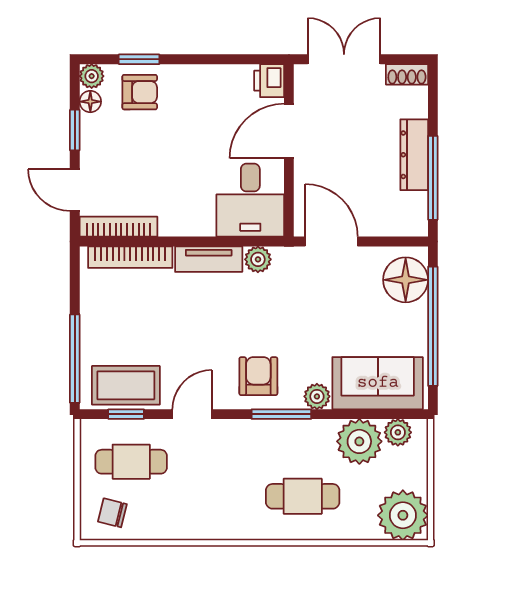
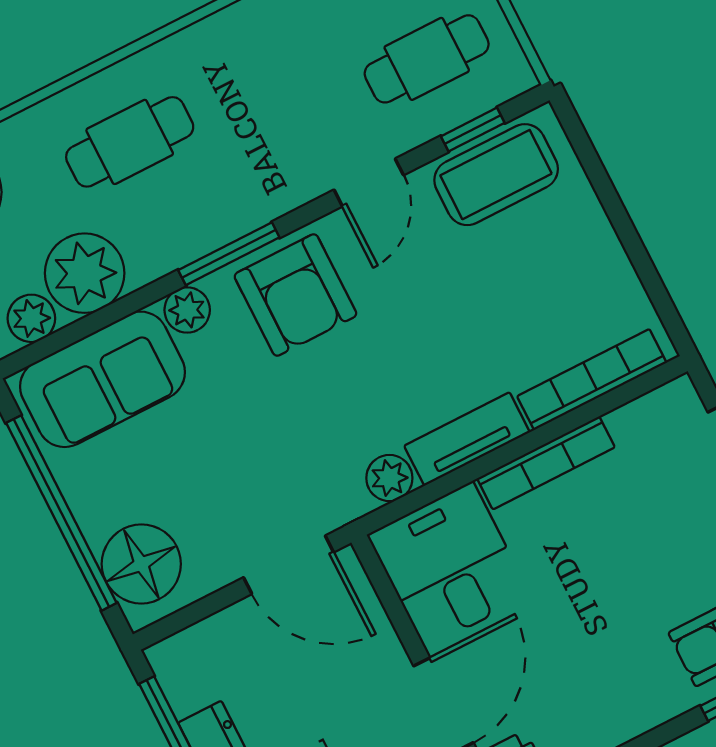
bookcase: (119, 227) -> (546, 463), moved
window: (75, 359) -> (598, 176), removed
armchair: (258, 376) -> (295, 295), width x1.38, depth x1.38

